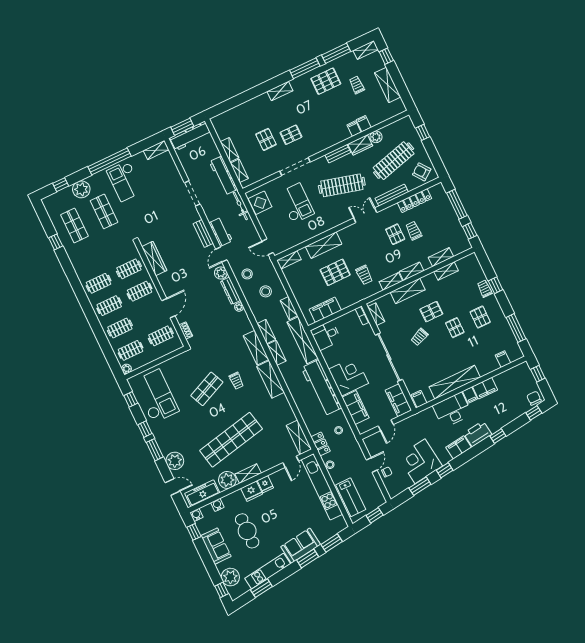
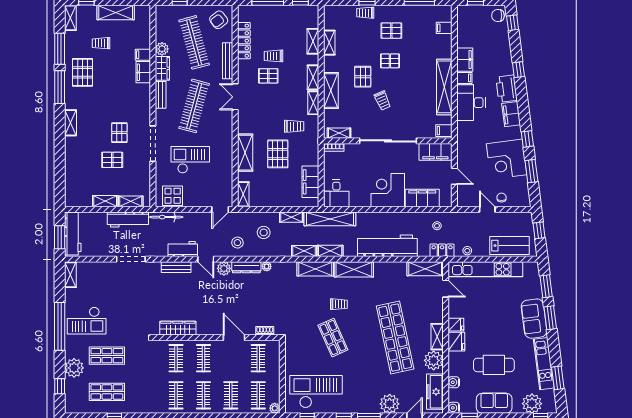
filing cabinet: (354, 129) -> (143, 72), width x2.00
workbench: (321, 388) -> (387, 246), moved, turned 180

